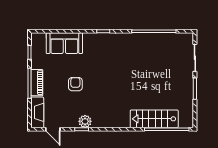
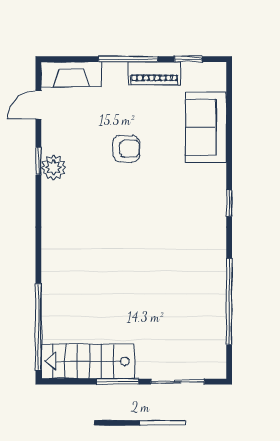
piano: (37, 83) -> (154, 73), moved
stairs: (154, 119) -> (88, 361), moved, turned -90

